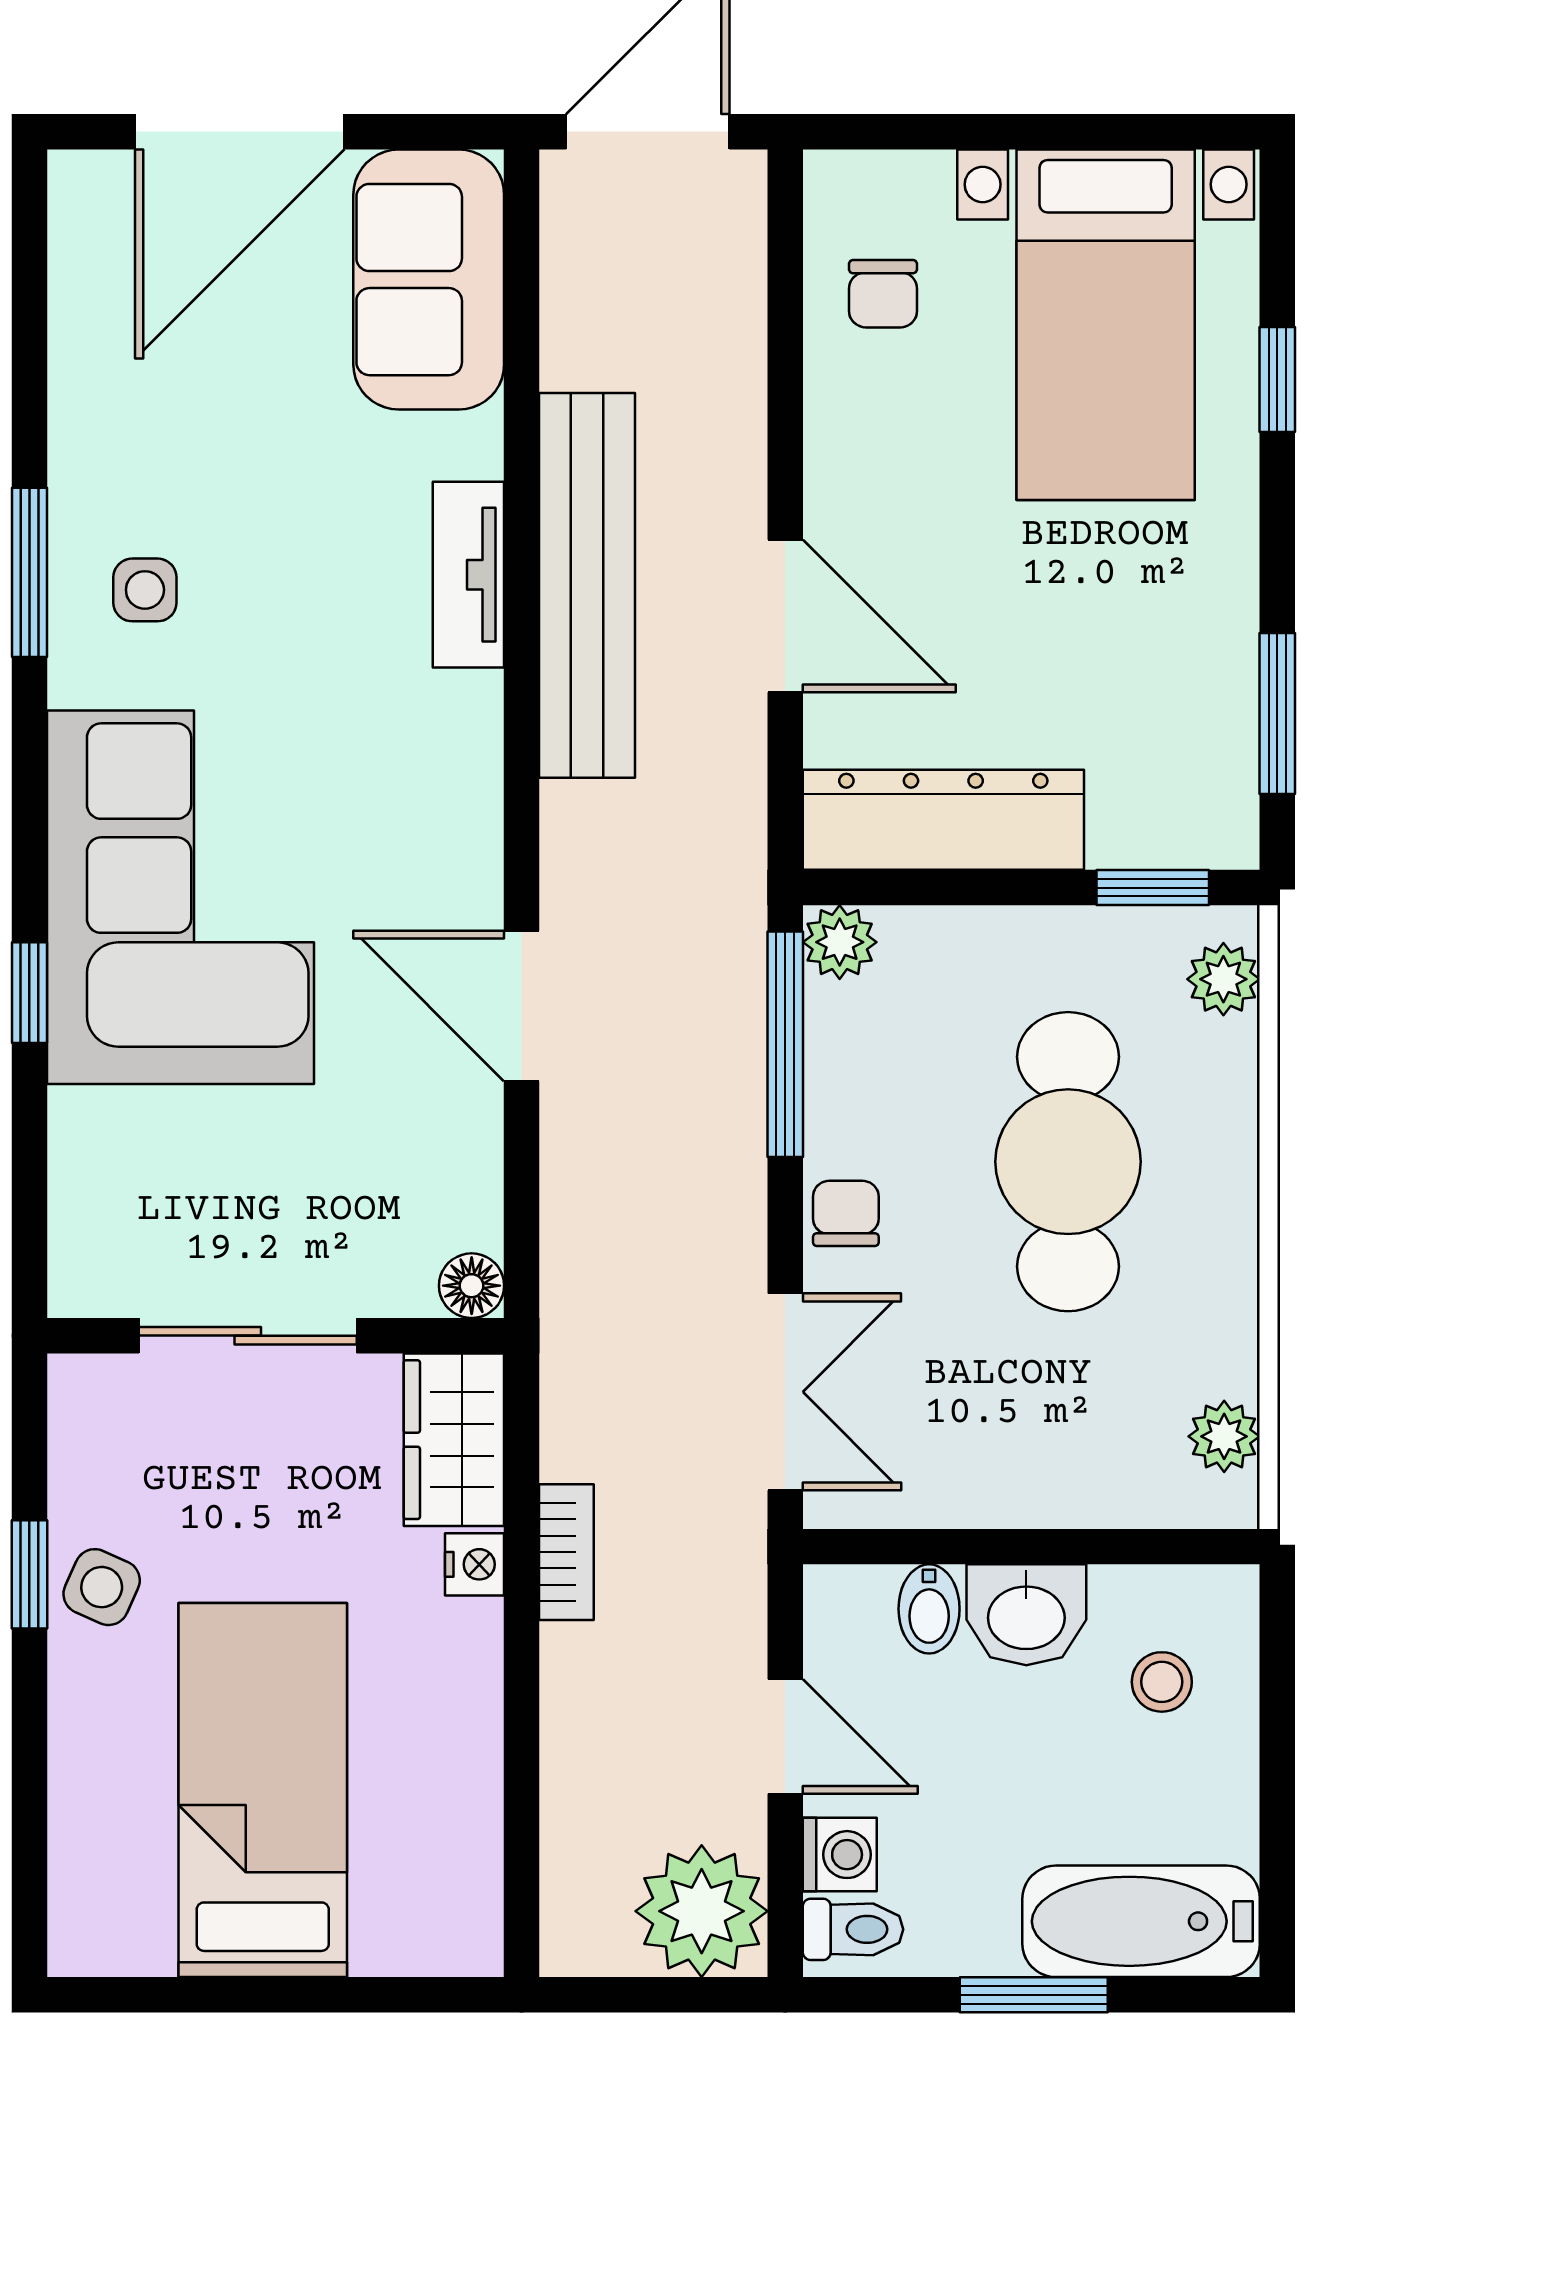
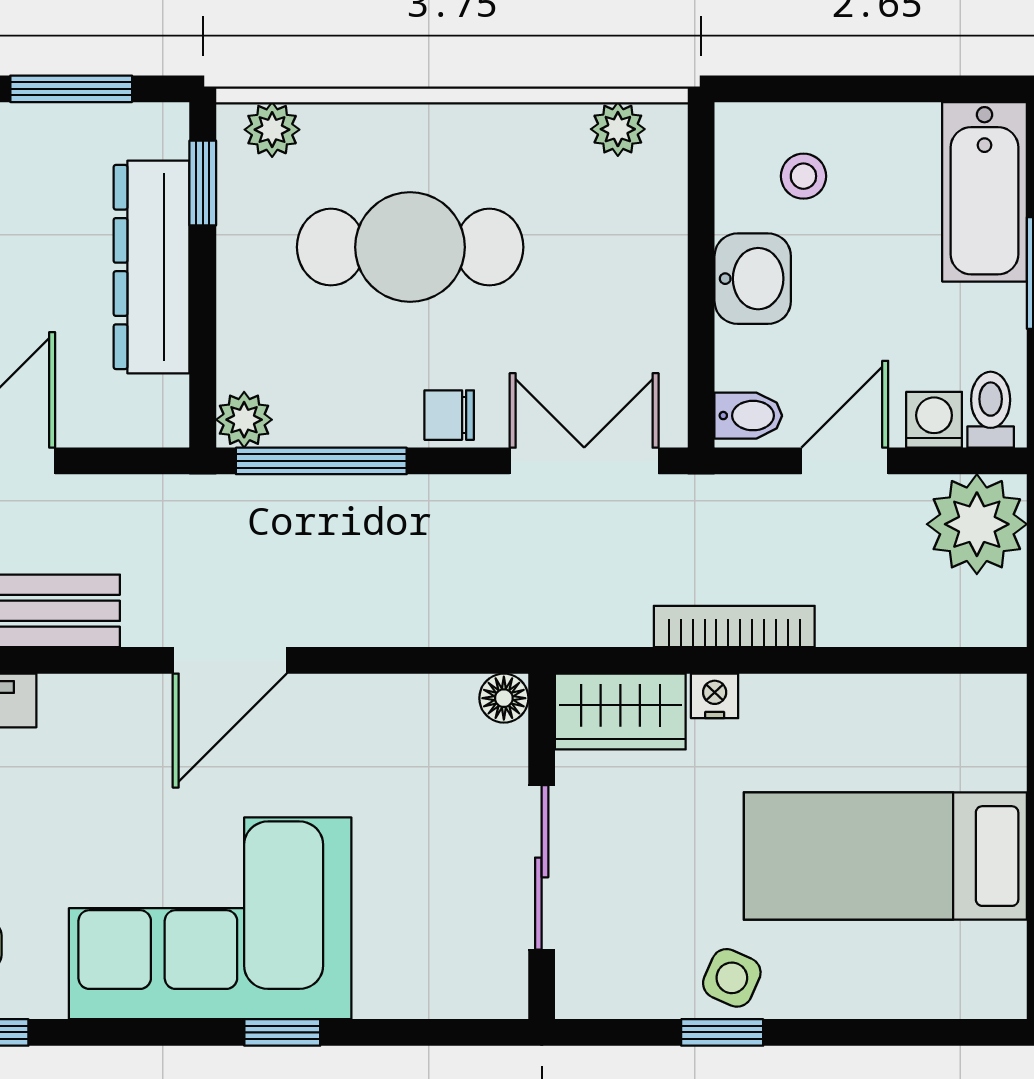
dresser: (943, 820) -> (152, 267), moved
door: (522, 1006) -> (230, 660), moved
bookcase: (566, 1552) -> (734, 626), width x1.56
bidet: (929, 1609) -> (748, 416), moved

